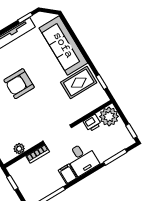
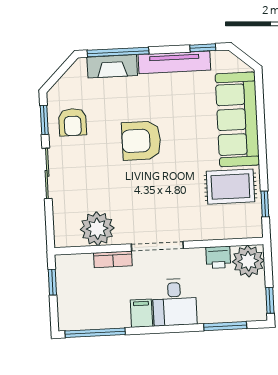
plant: (19, 149) -> (97, 229), width x1.88, depth x1.88

